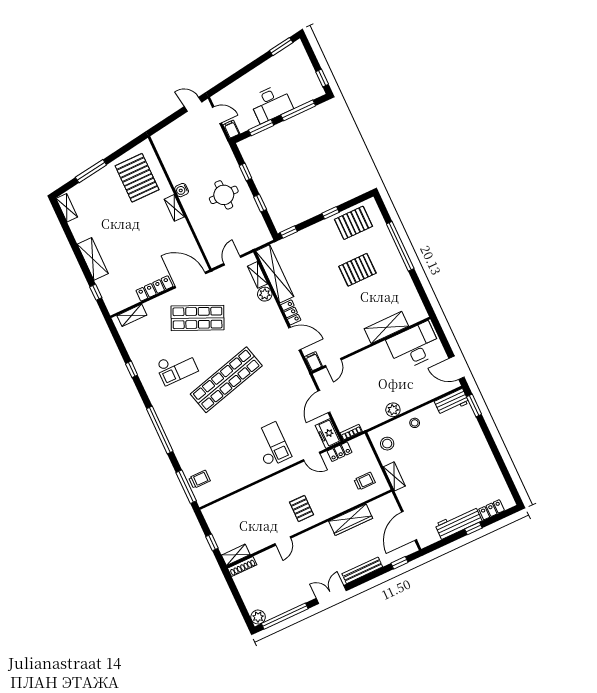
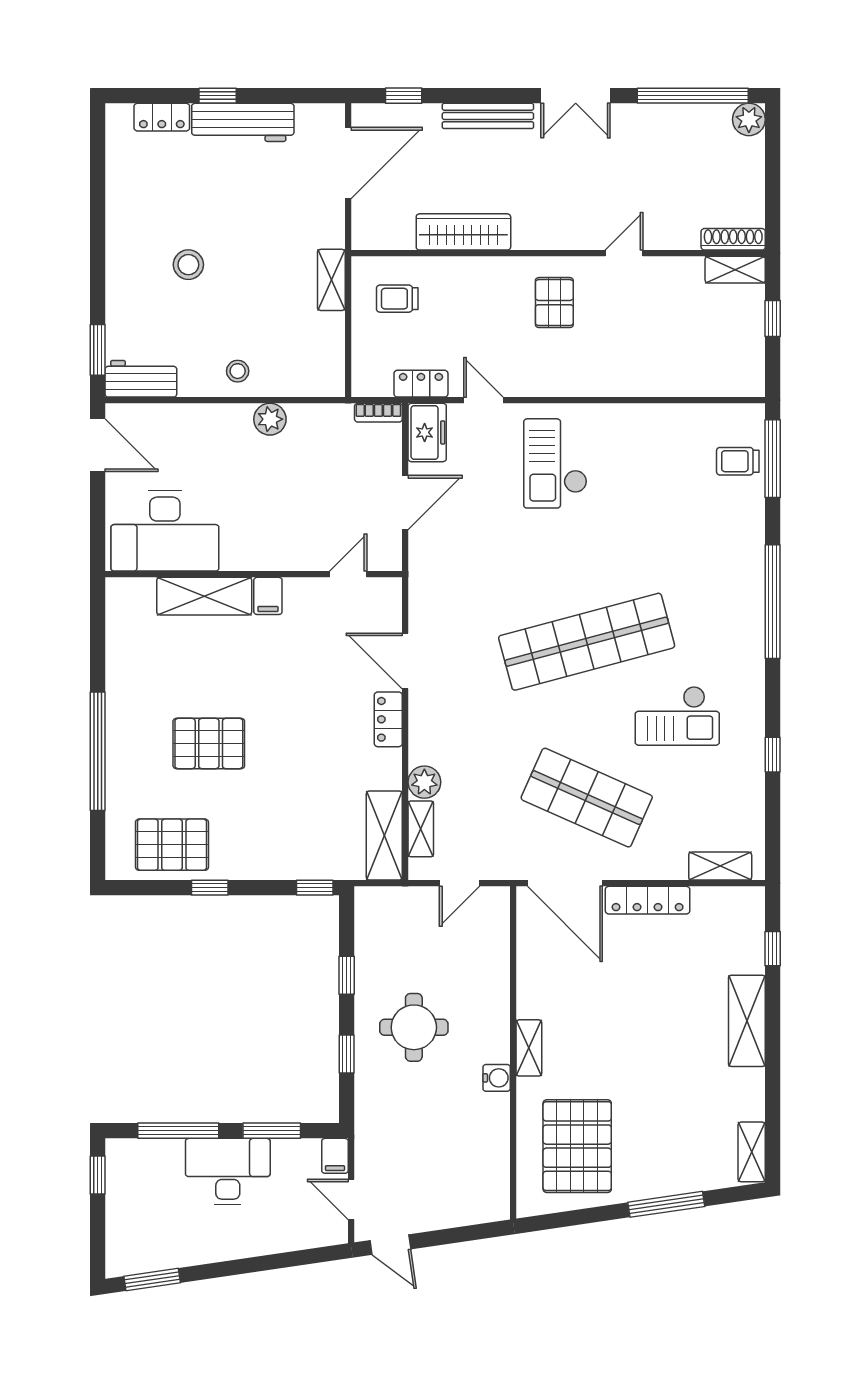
shelving: (275, 274) -> (384, 836), width x0.68
filing cabinet: (313, 361) -> (268, 596), moved
checkout: (177, 367) -> (677, 716), turned 180
stool: (387, 444) -> (188, 265), moved

